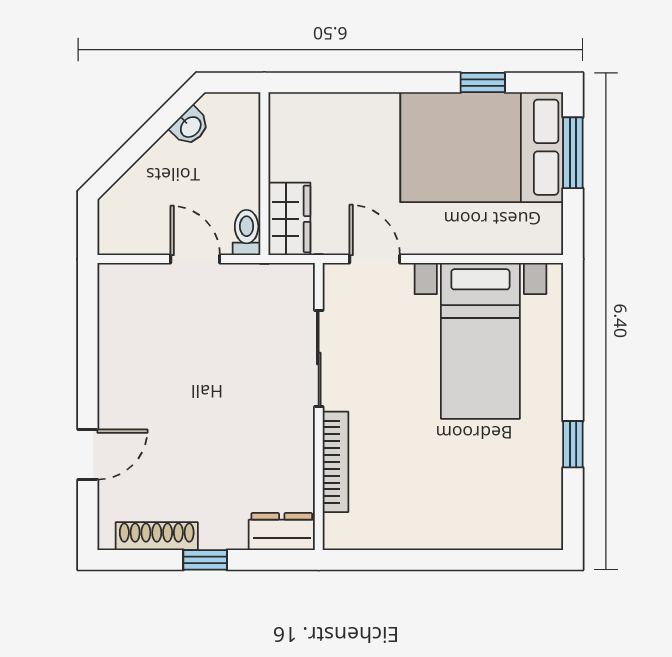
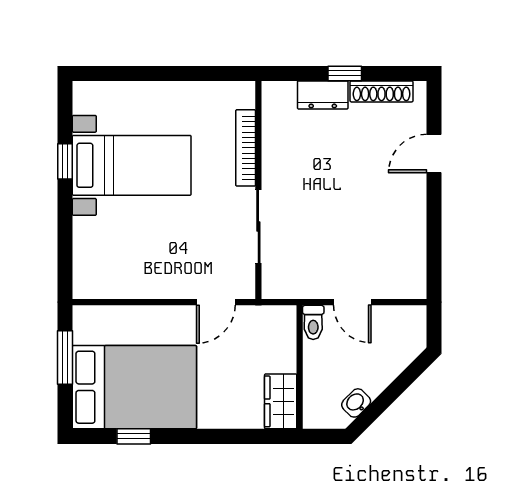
window: (573, 153) -> (65, 358), moved
wardrobe: (289, 219) -> (281, 401), moved
door: (375, 259) -> (216, 302), hinge flipped
bed with nightstands: (480, 341) -> (132, 165), moved, turned 90
dresser: (282, 532) -> (323, 95), moved

